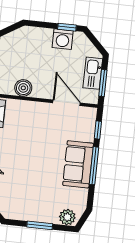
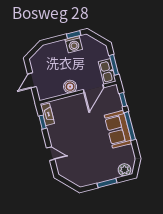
kitchen sink: (93, 73) -> (107, 72), moved
boiler: (23, 88) -> (70, 87), moved
door: (67, 103) -> (93, 89), swing flipped

